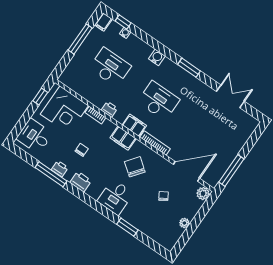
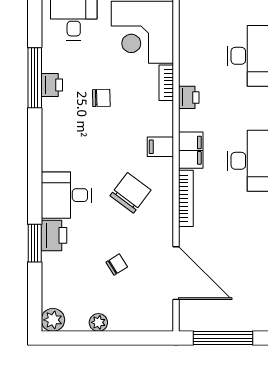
filing cabinet: (123, 138) -> (160, 147), width x0.50
printer: (81, 182) -> (54, 235), moved
plant: (203, 194) -> (53, 320), moved

